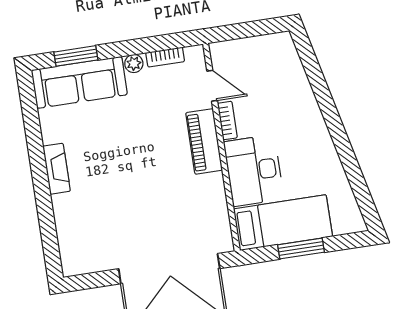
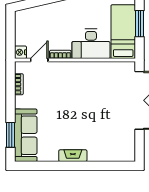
nightstand: (221, 51) -> (20, 52), added
plant: (134, 64) -> (20, 103), removed
piano: (204, 141) -> (70, 69), removed

